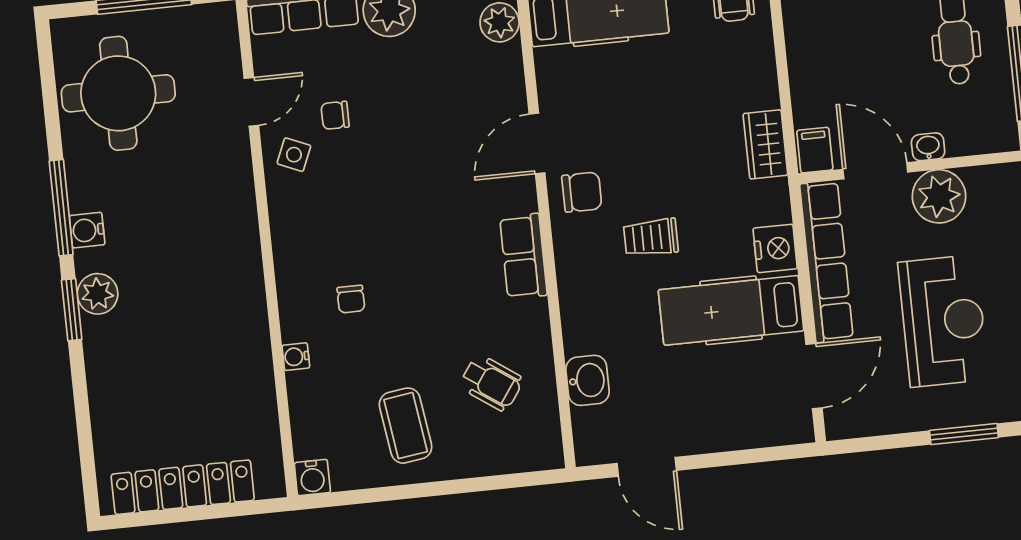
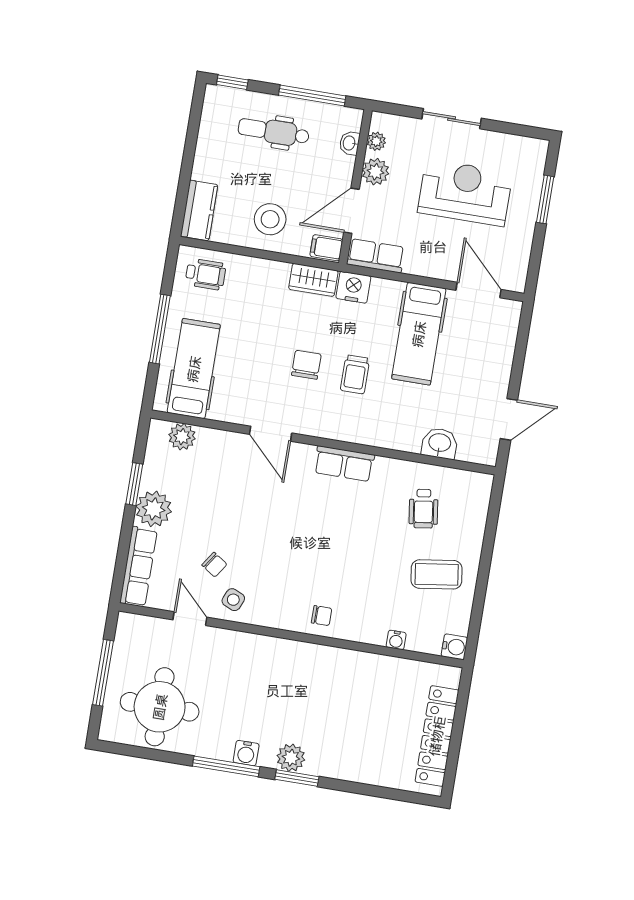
stool: (833, 62) -> (270, 219), added
chair: (335, 115) -> (214, 565), turned -56
washbasin: (928, 147) -> (350, 143), moved
plant: (980, 179) -> (376, 141), added
chair: (582, 192) -> (306, 365), moved
plant: (939, 196) -> (375, 172), width x0.73, depth x0.73
nightstand: (775, 248) -> (353, 287), moved
row of seats: (826, 262) -> (376, 256), width x0.50
chair: (351, 299) -> (322, 616), moved
water cooler: (296, 357) -> (396, 640), moved
wheelchair: (491, 383) -> (424, 509), turned 137

